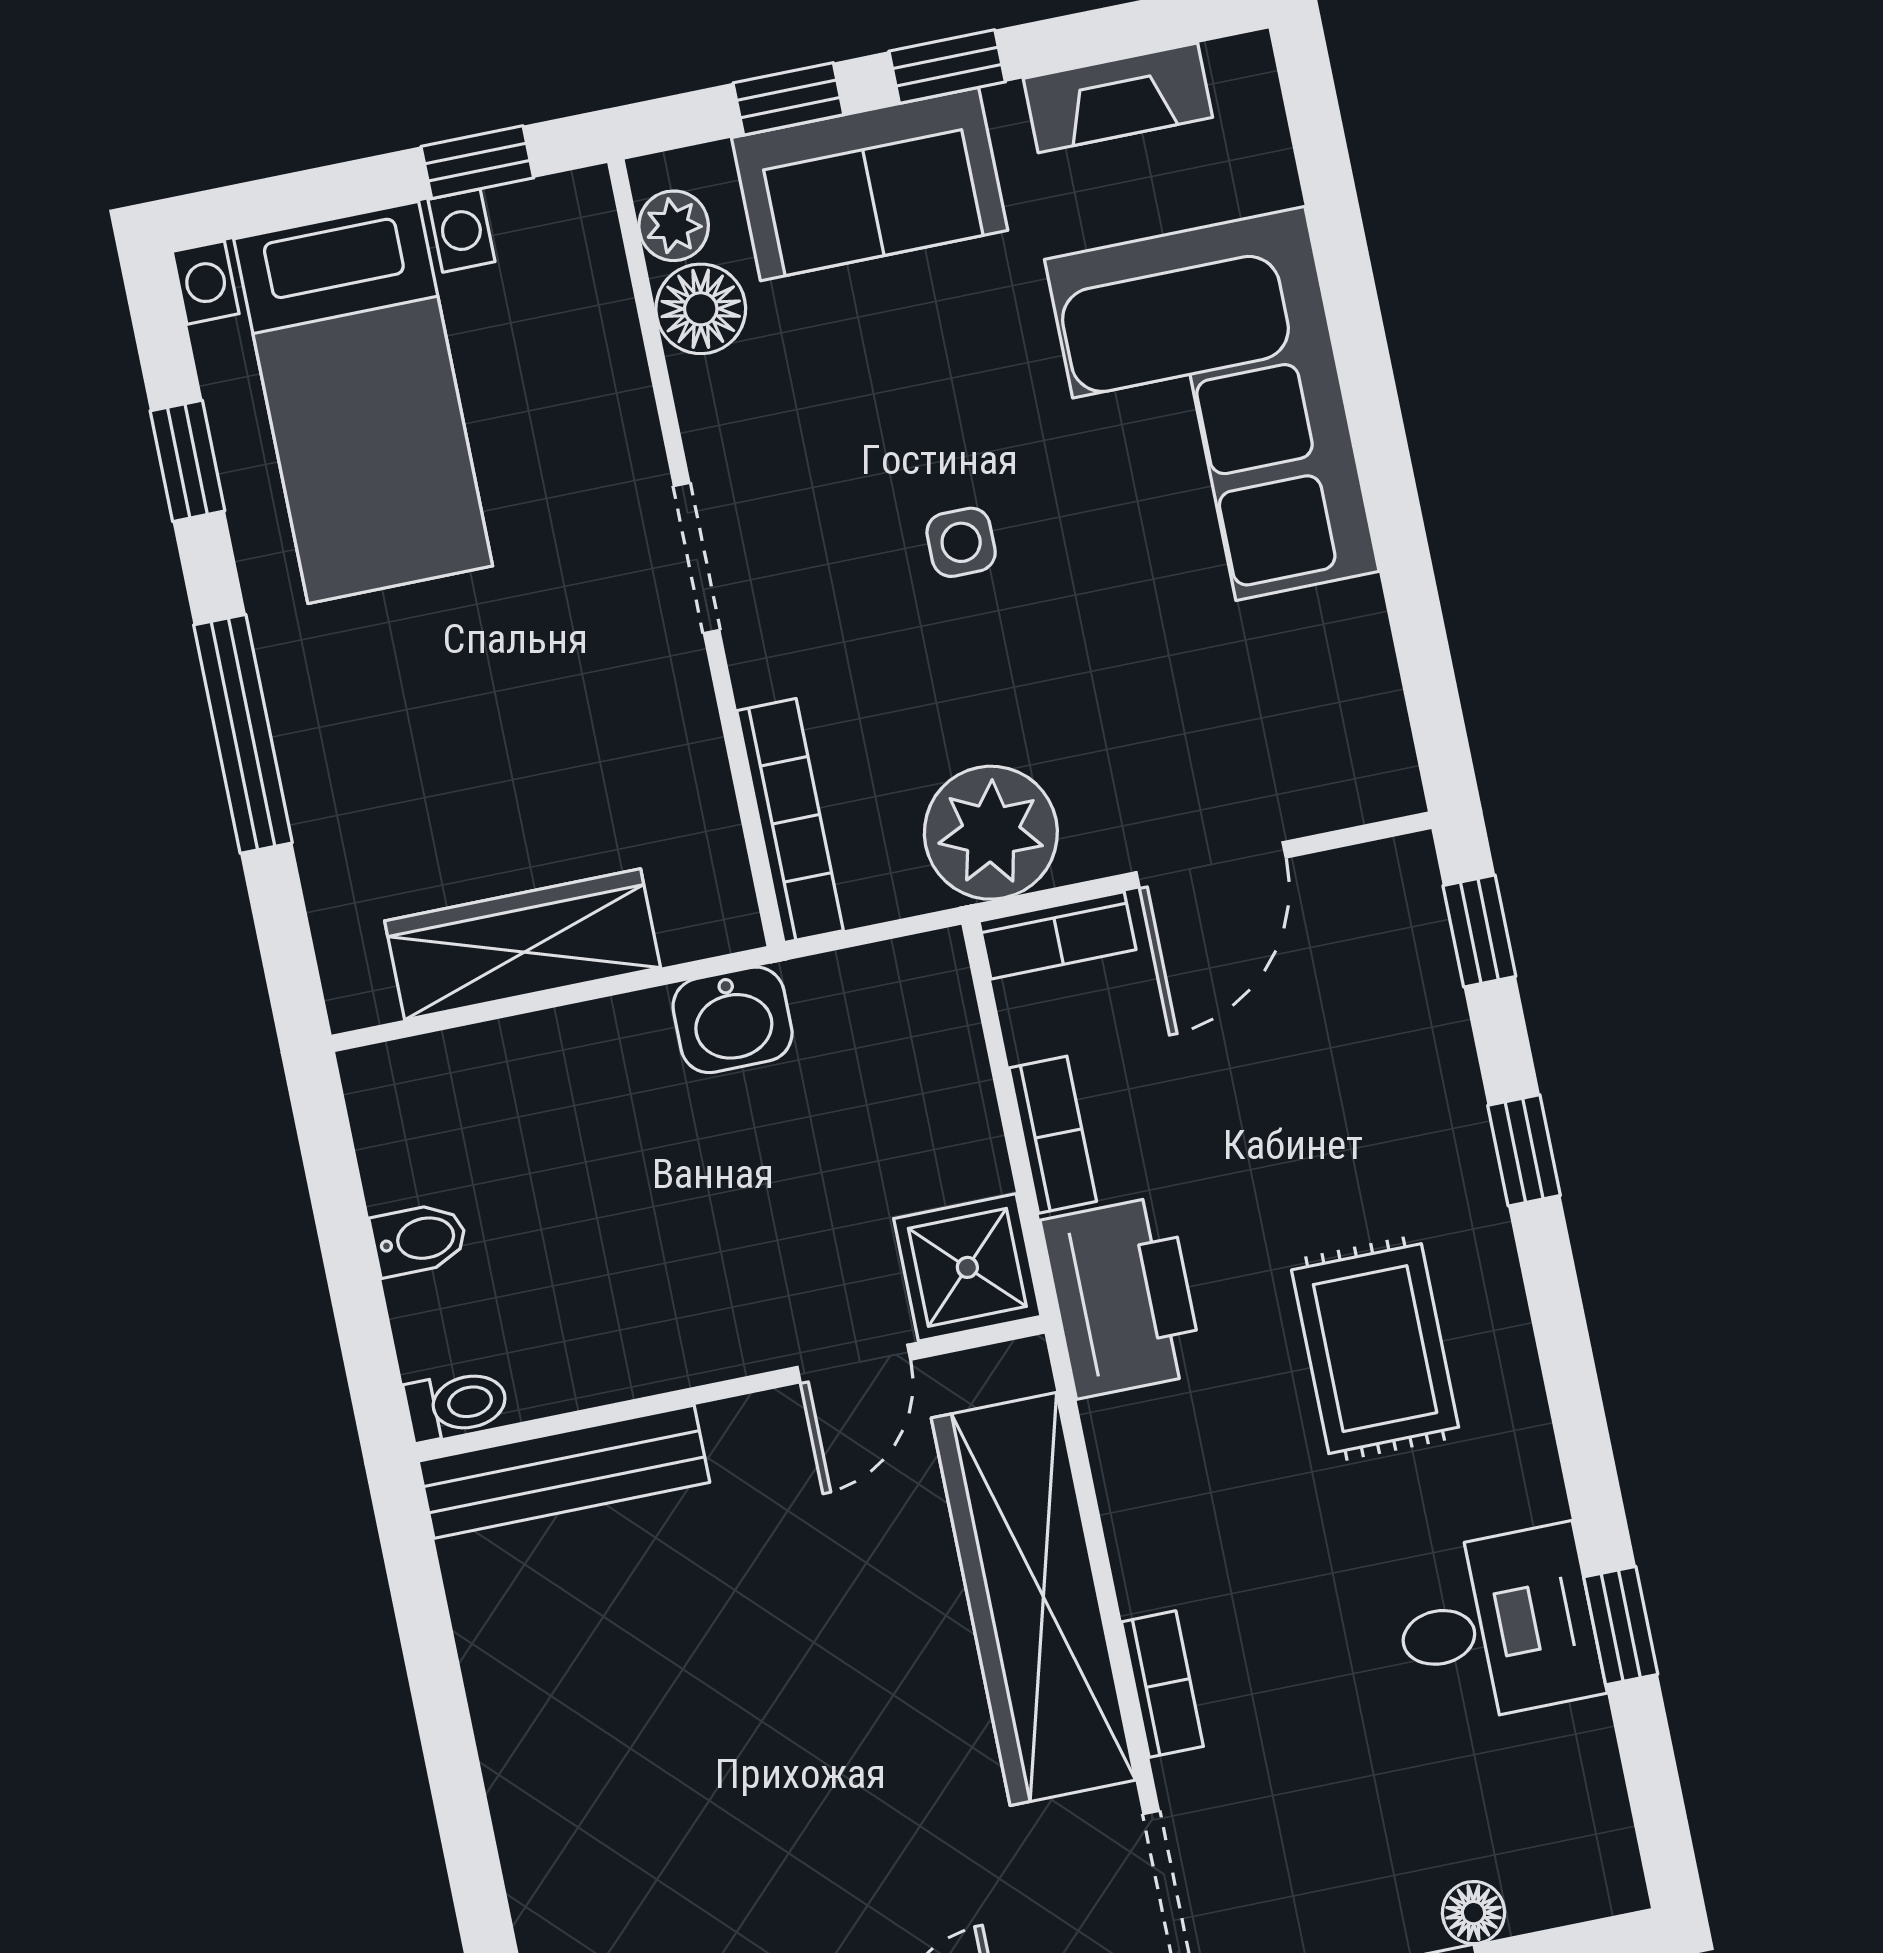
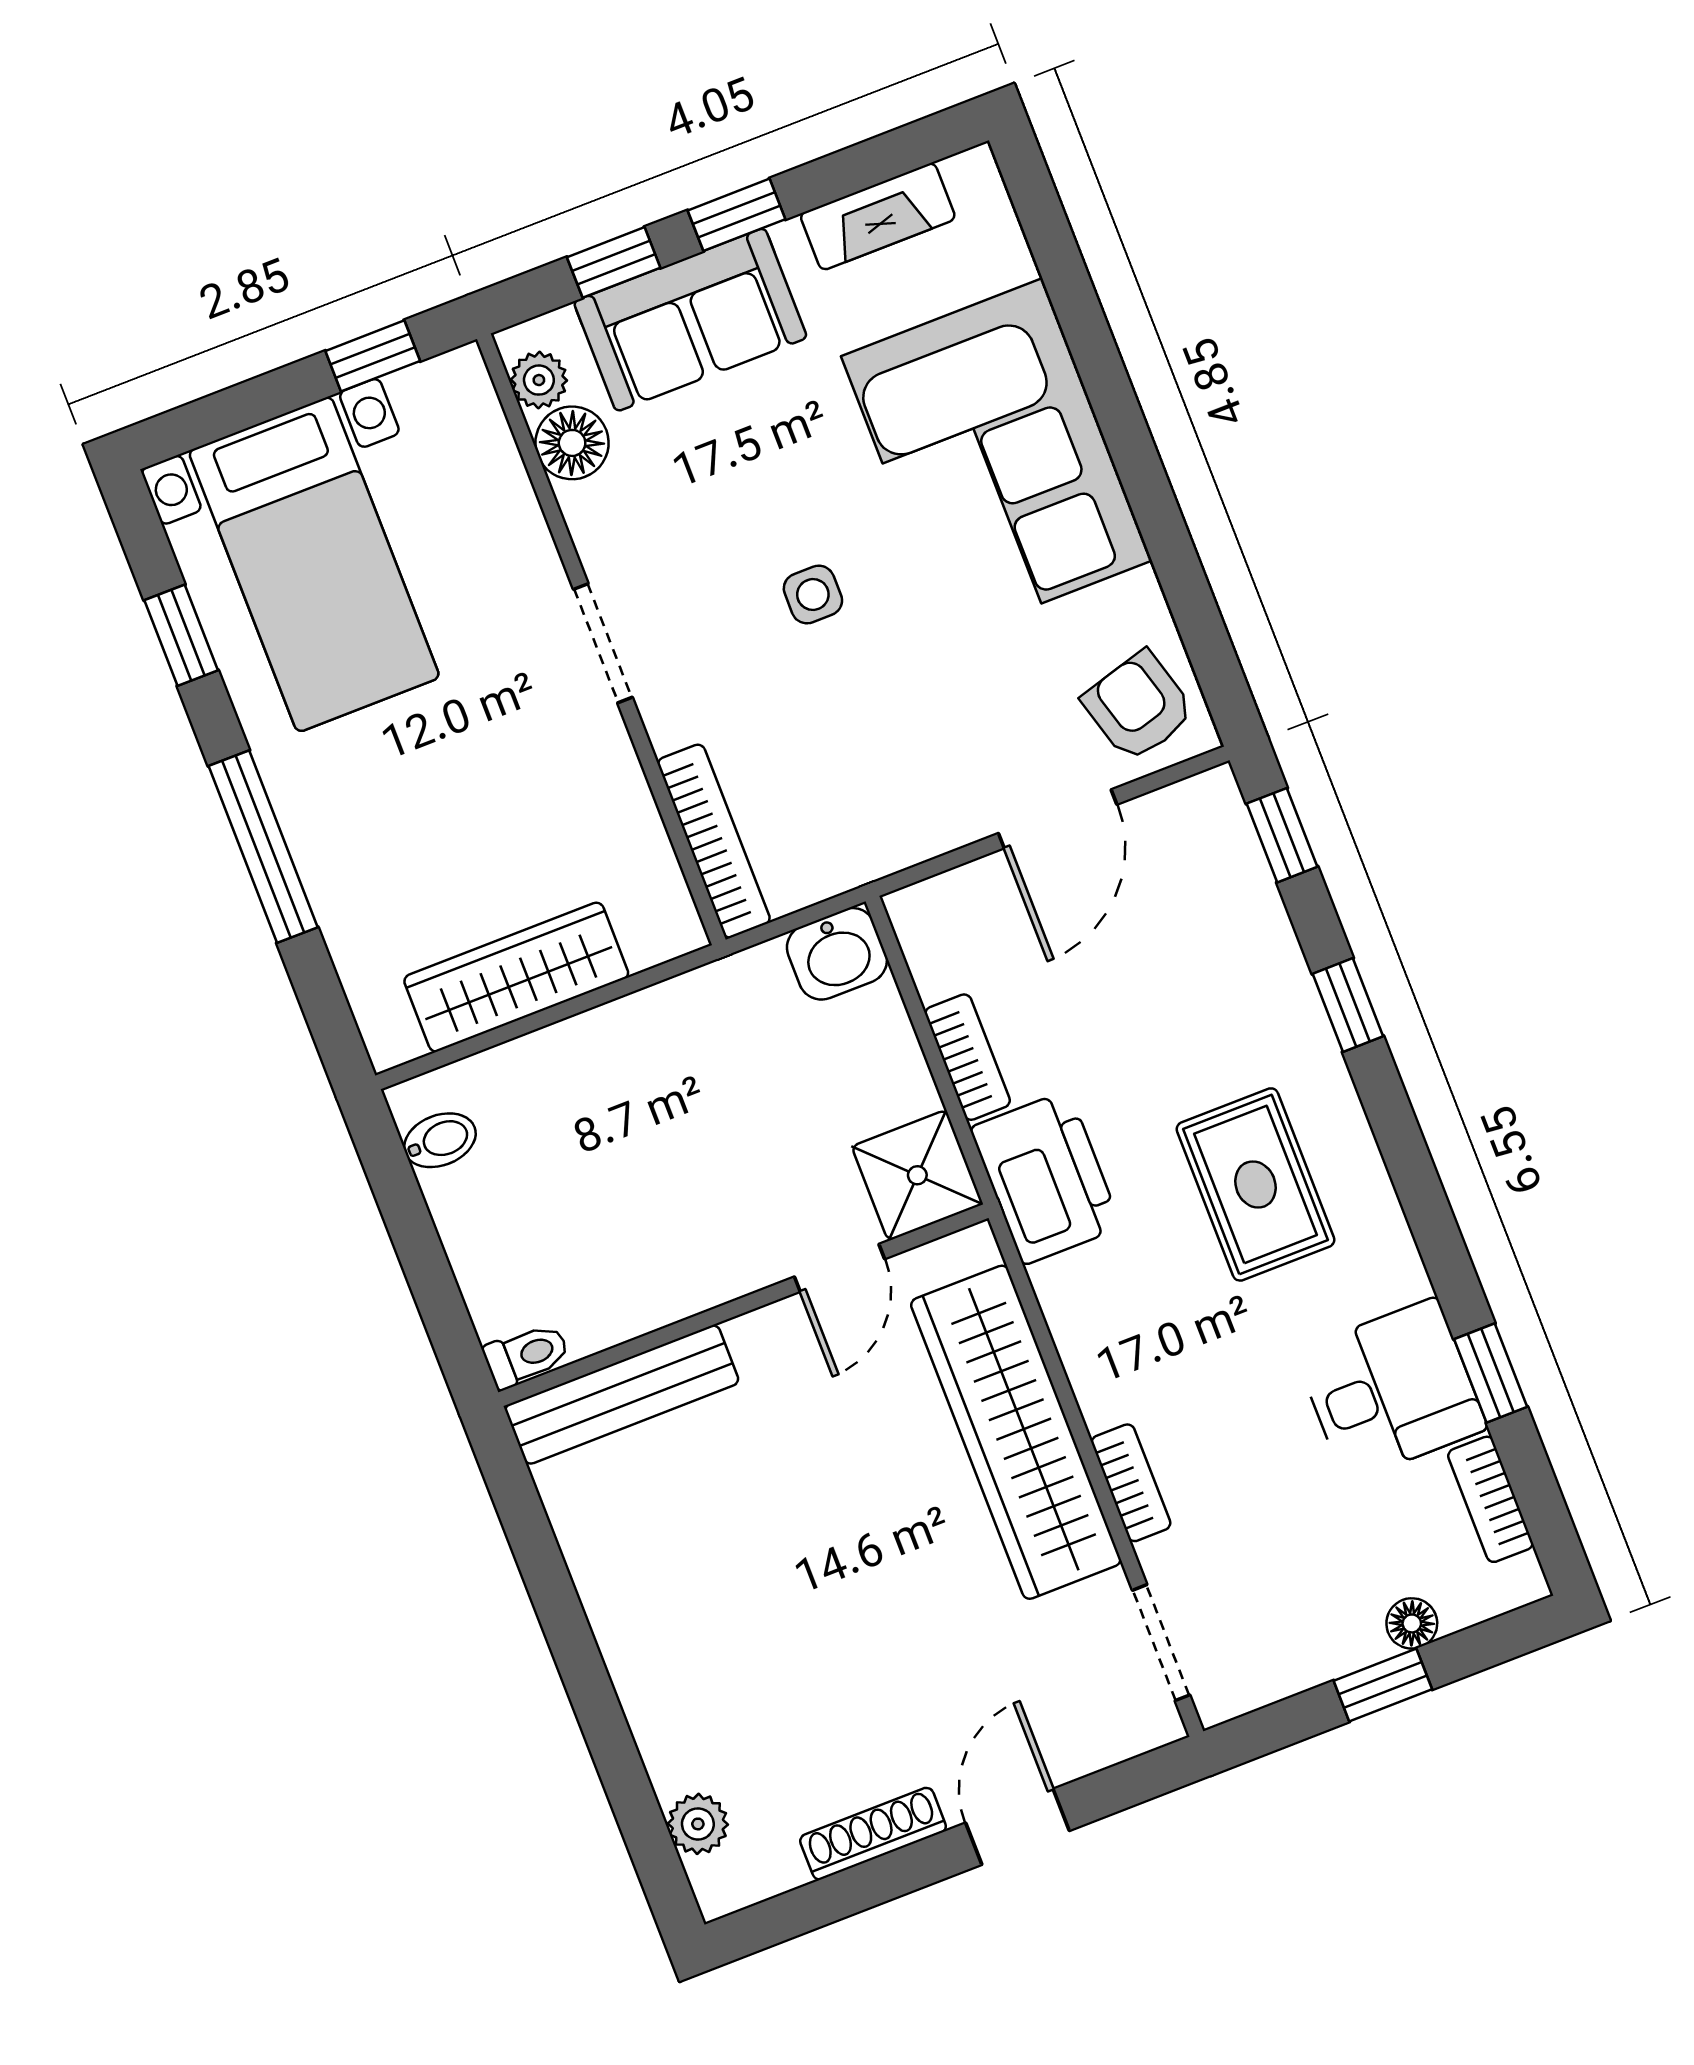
armchair: (1332, 745) -> (1138, 706), added
plant: (991, 833) -> (877, 823), removed
bookcase: (1057, 935) -> (1490, 1499), moved, turned 90
washbasin: (733, 1020) -> (837, 954), moved
bidet: (419, 1239) -> (440, 1140), moved

